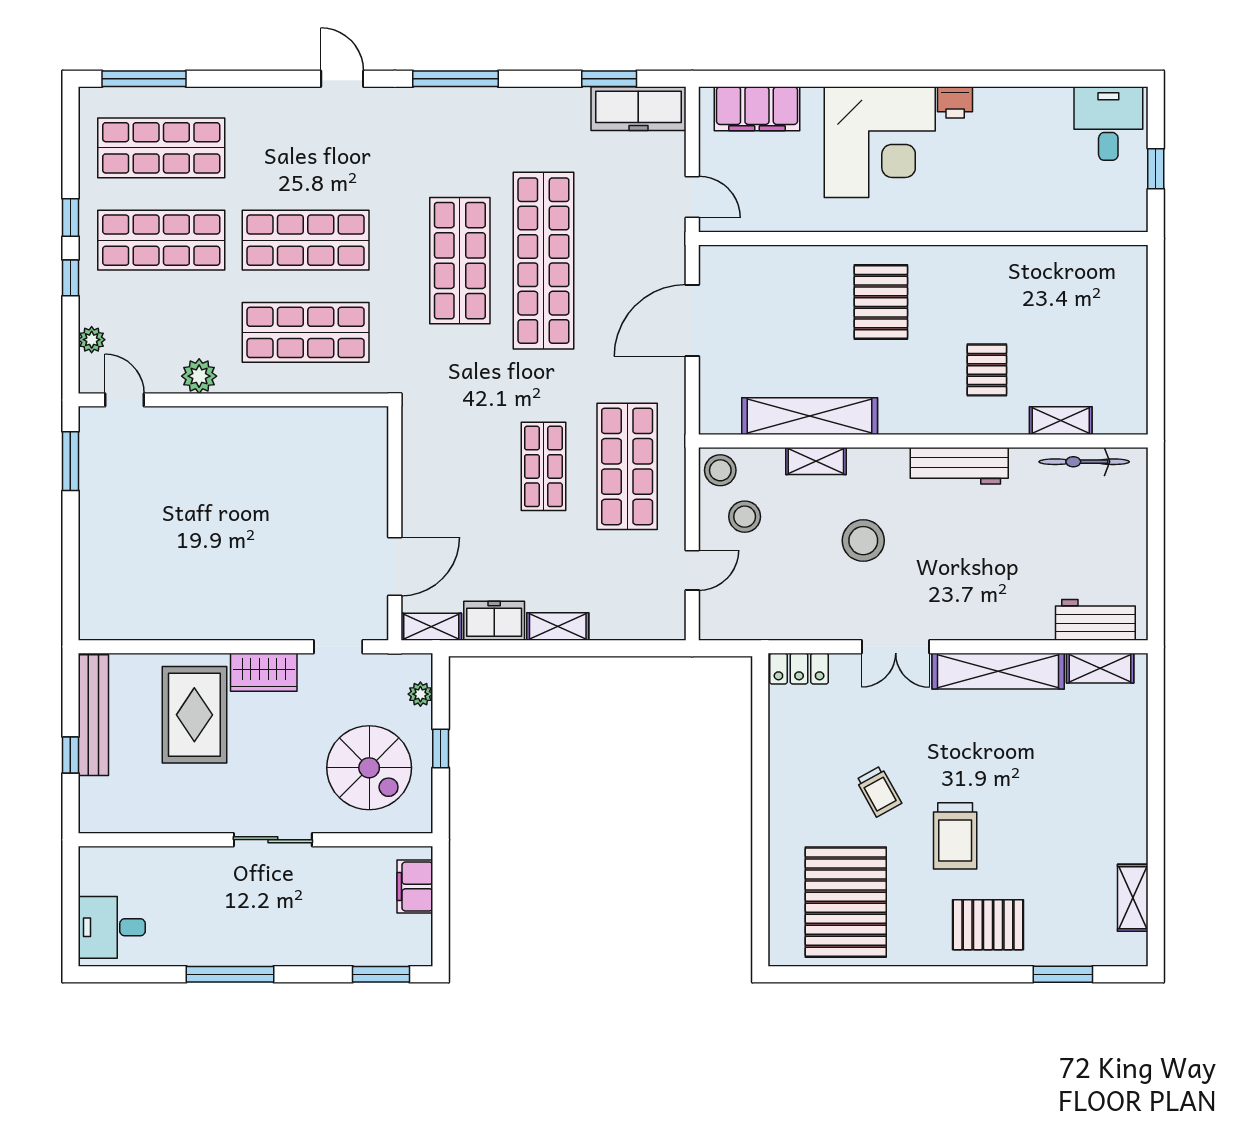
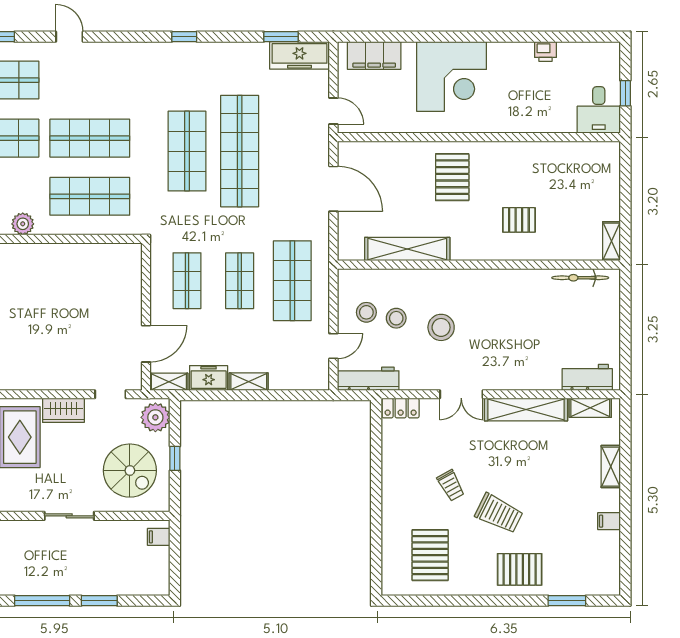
door: (342, 79) -> (69, 37), moved
window: (456, 79) -> (184, 37), width x0.46
printer: (955, 102) -> (546, 51), moved
desk: (1108, 124) -> (599, 110), moved, turned 180
door: (692, 321) -> (333, 189), swing flipped
pallet: (987, 370) -> (519, 220), turned 90
shelving: (1061, 421) -> (611, 241), moved, turned 90
shelving: (816, 461) -> (411, 277), removed
shop shelf: (460, 466) -> (187, 281), added
workbench: (959, 466) -> (368, 379), moved, turned 180
stool: (720, 470) -> (396, 318), moved
plant: (420, 694) -> (155, 417), width x1.87, depth x1.87
trolley: (955, 836) -> (499, 513), turned -64
filing cabinet: (1130, 848) -> (609, 521), added
filing cabinet: (415, 887) -> (159, 537), width x0.50
shelving: (1133, 898) -> (611, 467), moved
pallet: (846, 902) -> (430, 555), width x0.73, depth x0.71
window: (381, 974) -> (99, 601), moved

